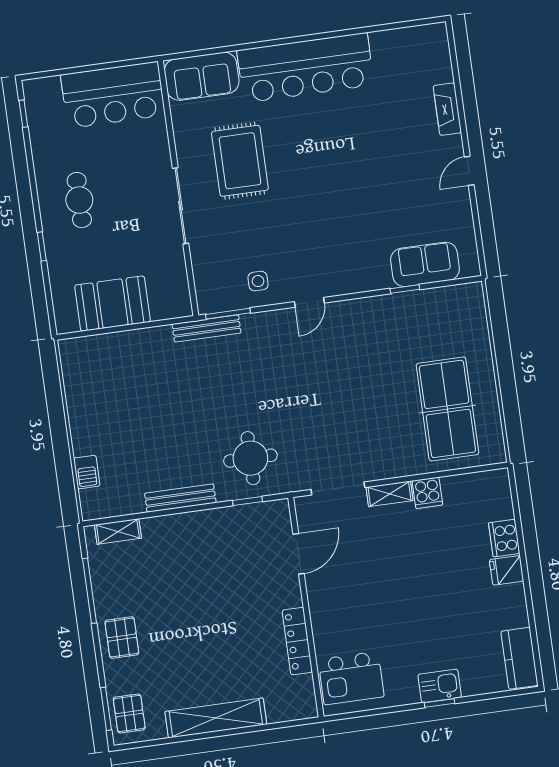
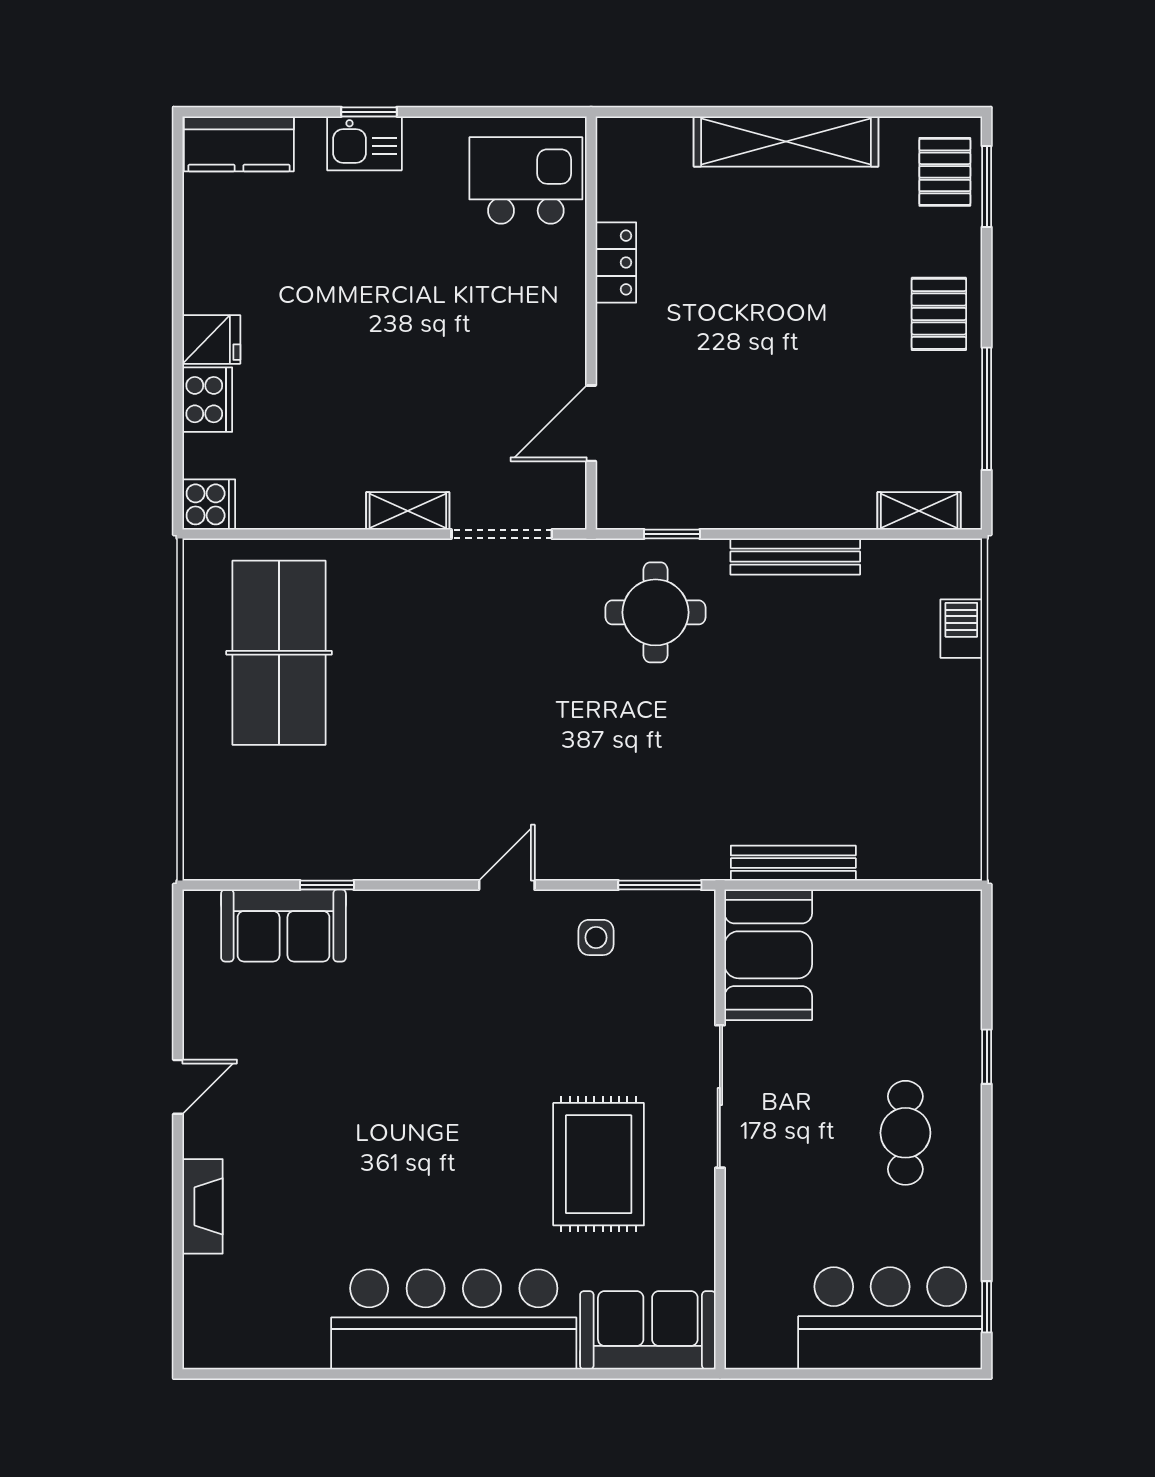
bar counter: (113, 95) -> (890, 1318), moved
booth: (112, 304) -> (768, 955), moved, turned 90
bench: (206, 328) -> (793, 863), moved
cooker: (427, 493) -> (209, 504), moved, turned 90
locker: (297, 641) -> (616, 262), width x0.66
kitchen counter: (520, 658) -> (239, 144), moved, turned 90

